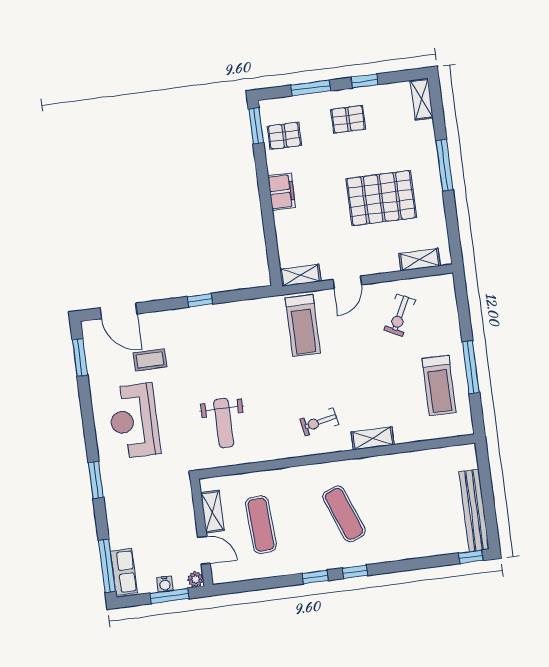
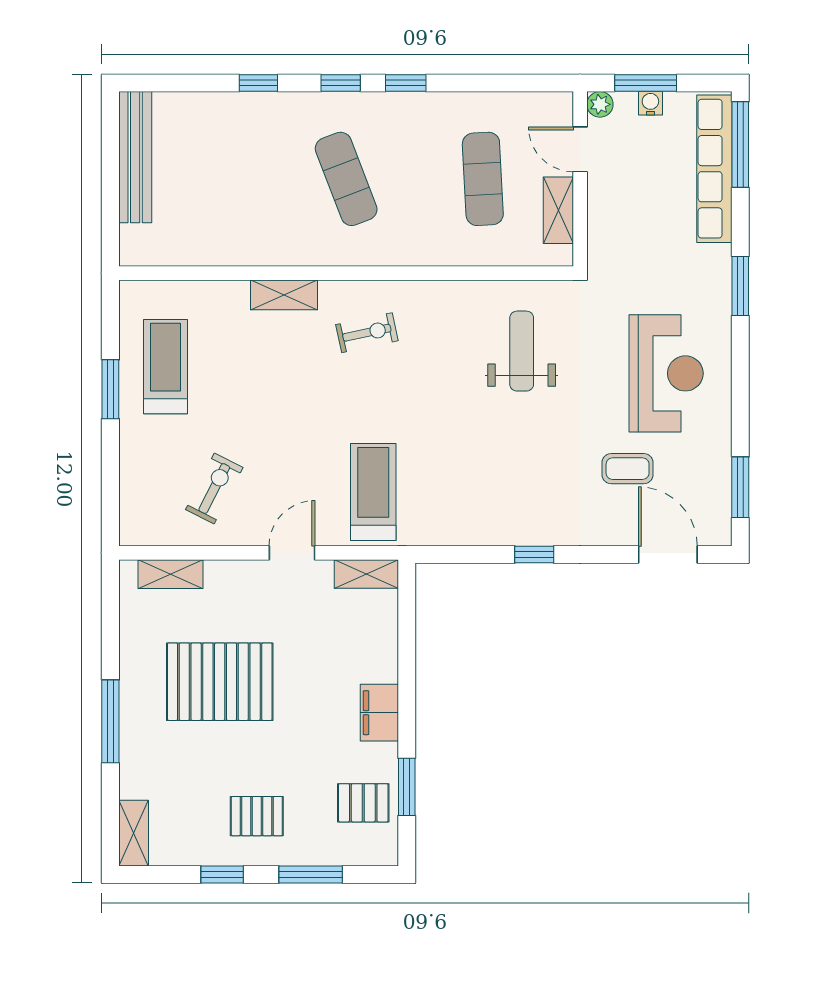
window: (256, 126) -> (407, 787), moved
window: (471, 367) -> (110, 389), width x0.69
window: (471, 557) -> (258, 83), moved
row of seats: (124, 572) -> (714, 169), width x2.02

